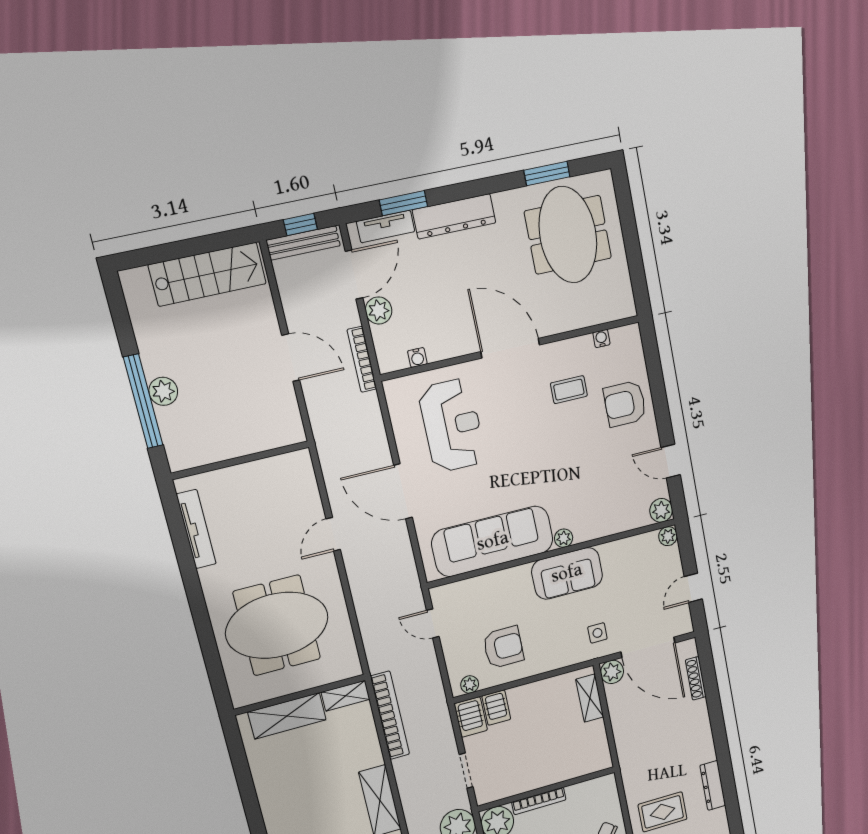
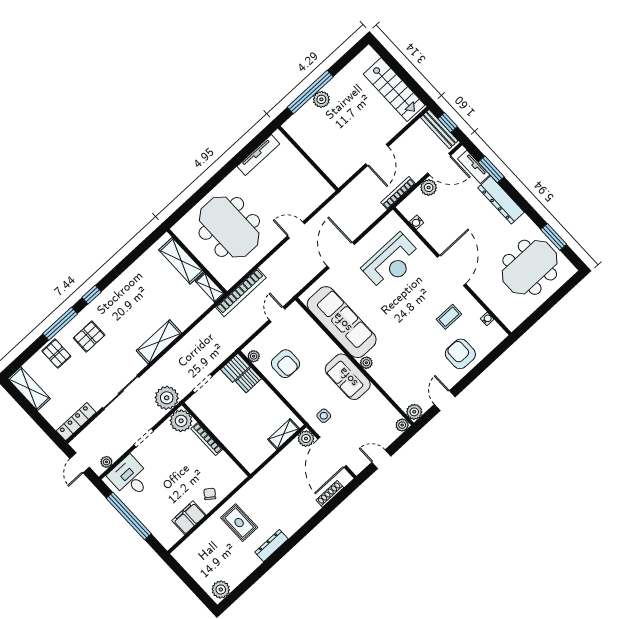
coffee table: (569, 390) -> (449, 317), turned 90
bookcase: (390, 715) -> (241, 292), moved

